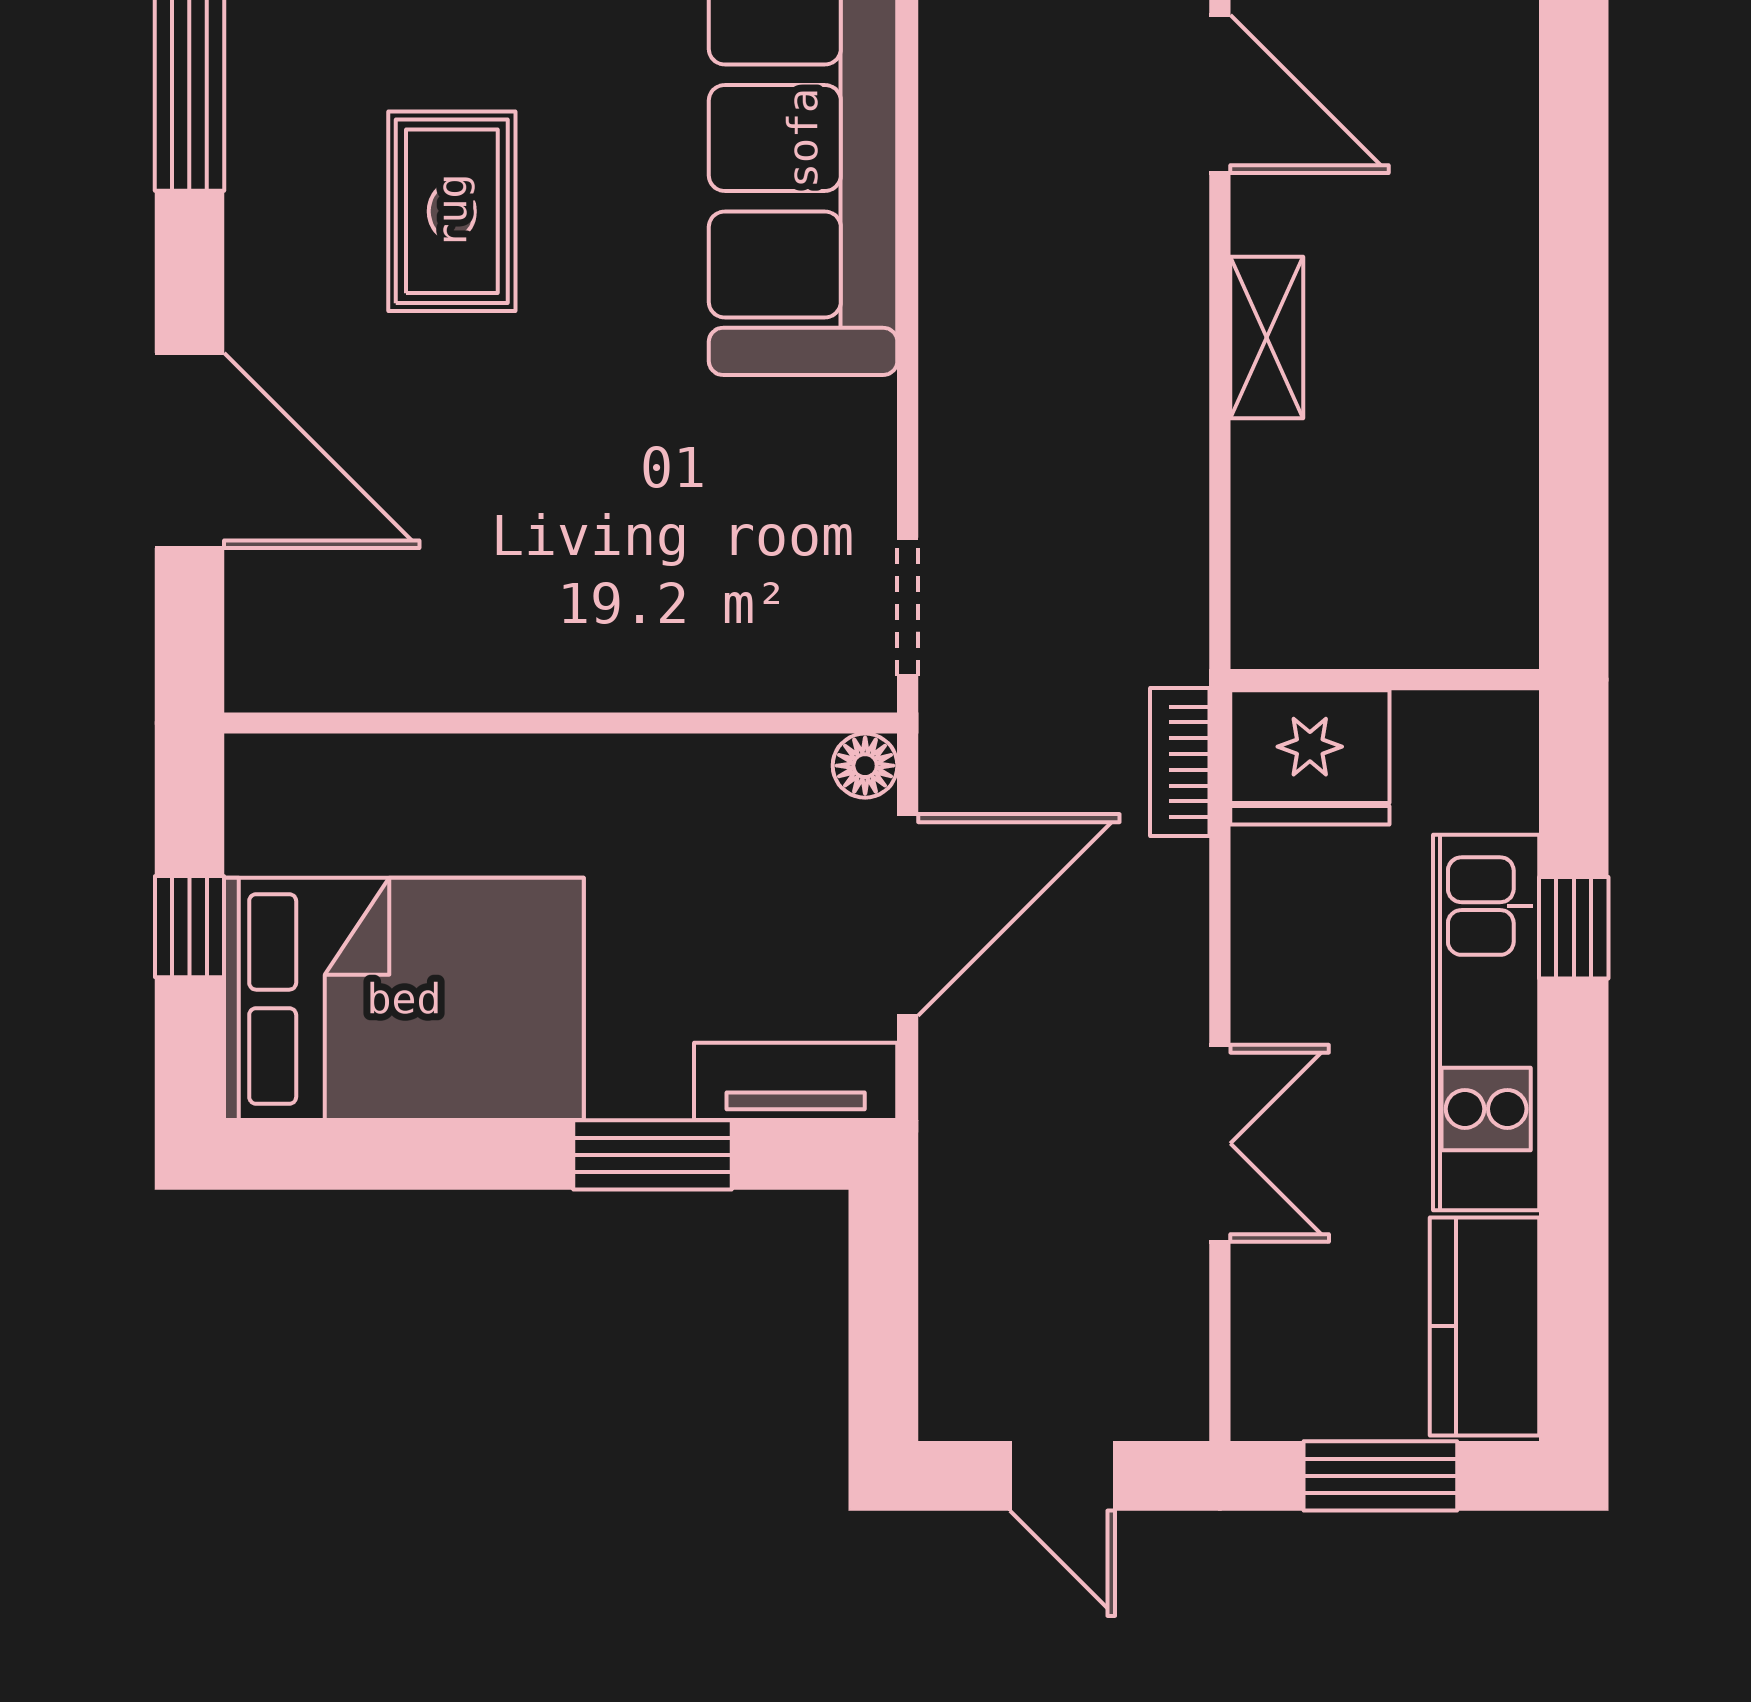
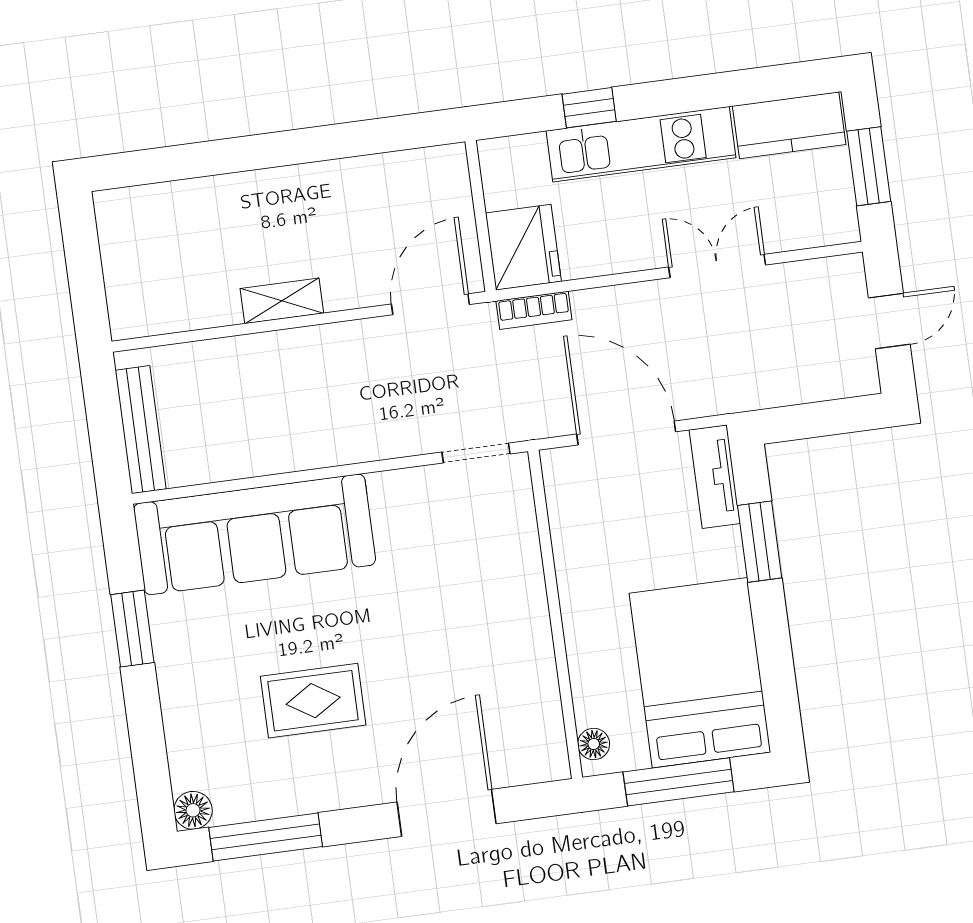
door: (1220, 94) -> (430, 304), moved
shelving: (1267, 337) -> (282, 301), moved
floor lamp: (865, 766) -> (594, 744), moved
window: (189, 927) -> (679, 782), width x2.17

